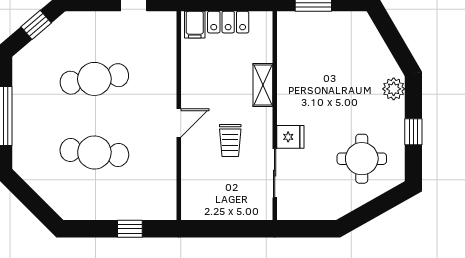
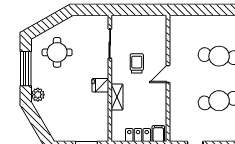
window: (413, 132) -> (26, 69), width x2.17
fridge: (290, 137) -> (100, 85), moved
window: (130, 229) -> (198, 10), removed

